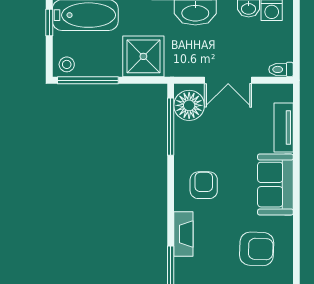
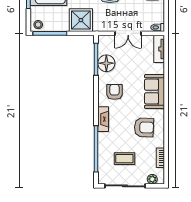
floor lamp: (189, 105) -> (106, 63), moved
tv unit: (284, 127) -> (159, 49), moved

